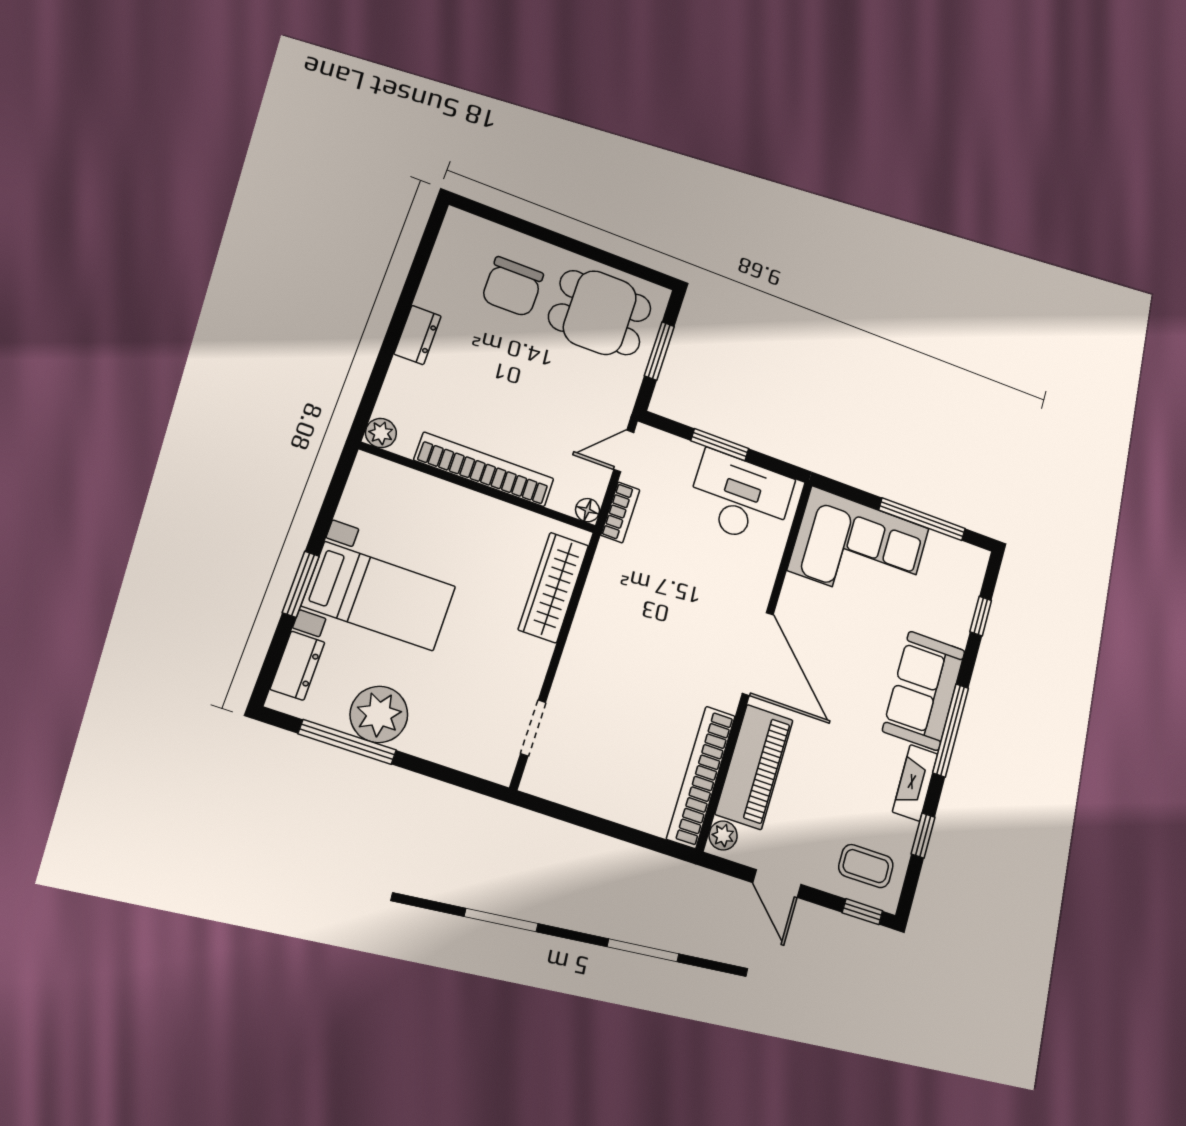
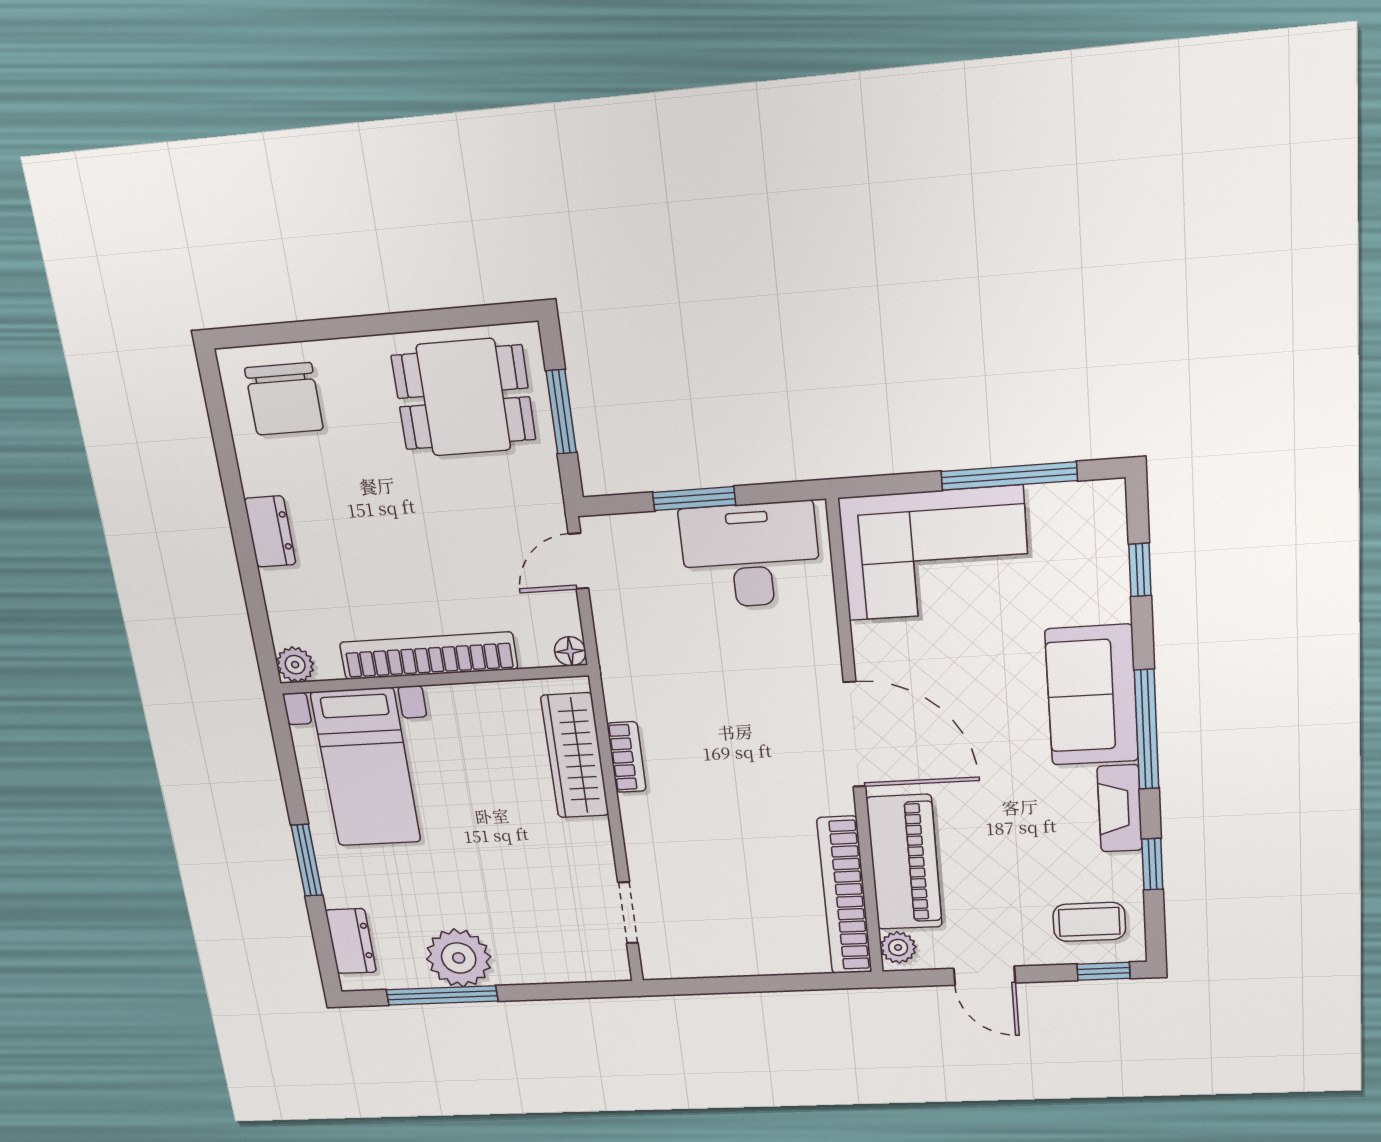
chair: (513, 287) -> (284, 399), moved
bookcase: (620, 512) -> (626, 757), moved
bed with nightstands: (379, 596) -> (366, 768), moved, turned 90

